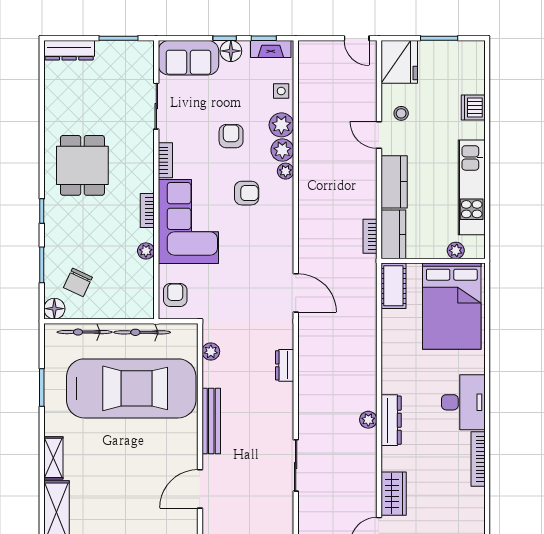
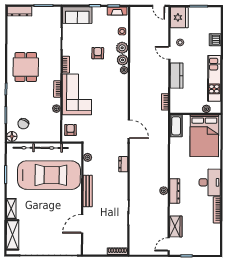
floor lamp: (231, 51) -> (98, 12), removed
armchair: (247, 193) -> (105, 81), removed
kitchen counter: (393, 234) -> (176, 101), removed

